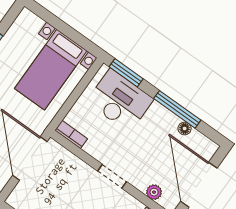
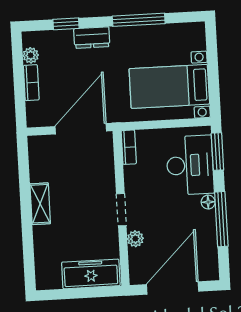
floor lamp: (185, 128) -> (208, 202), moved
plant: (154, 192) -> (135, 239), moved

